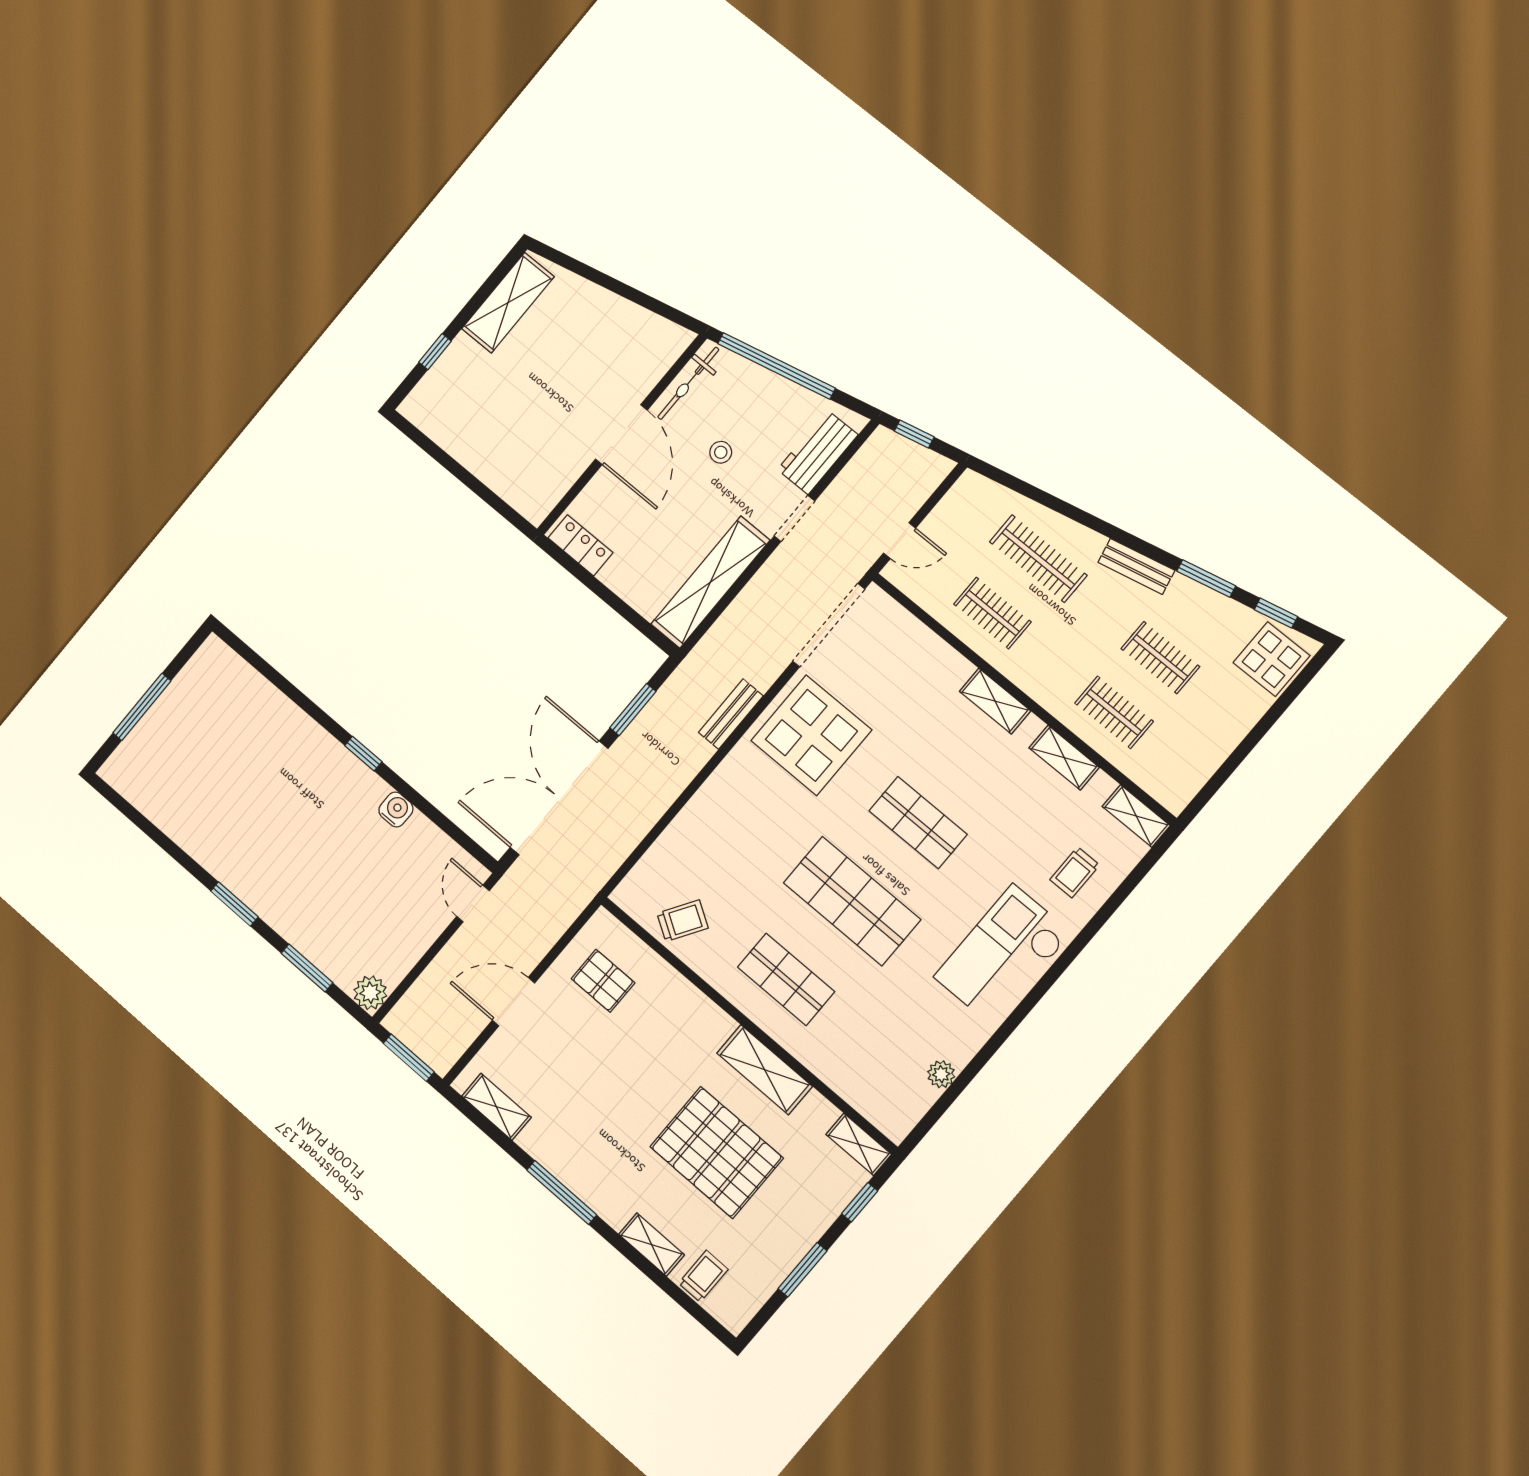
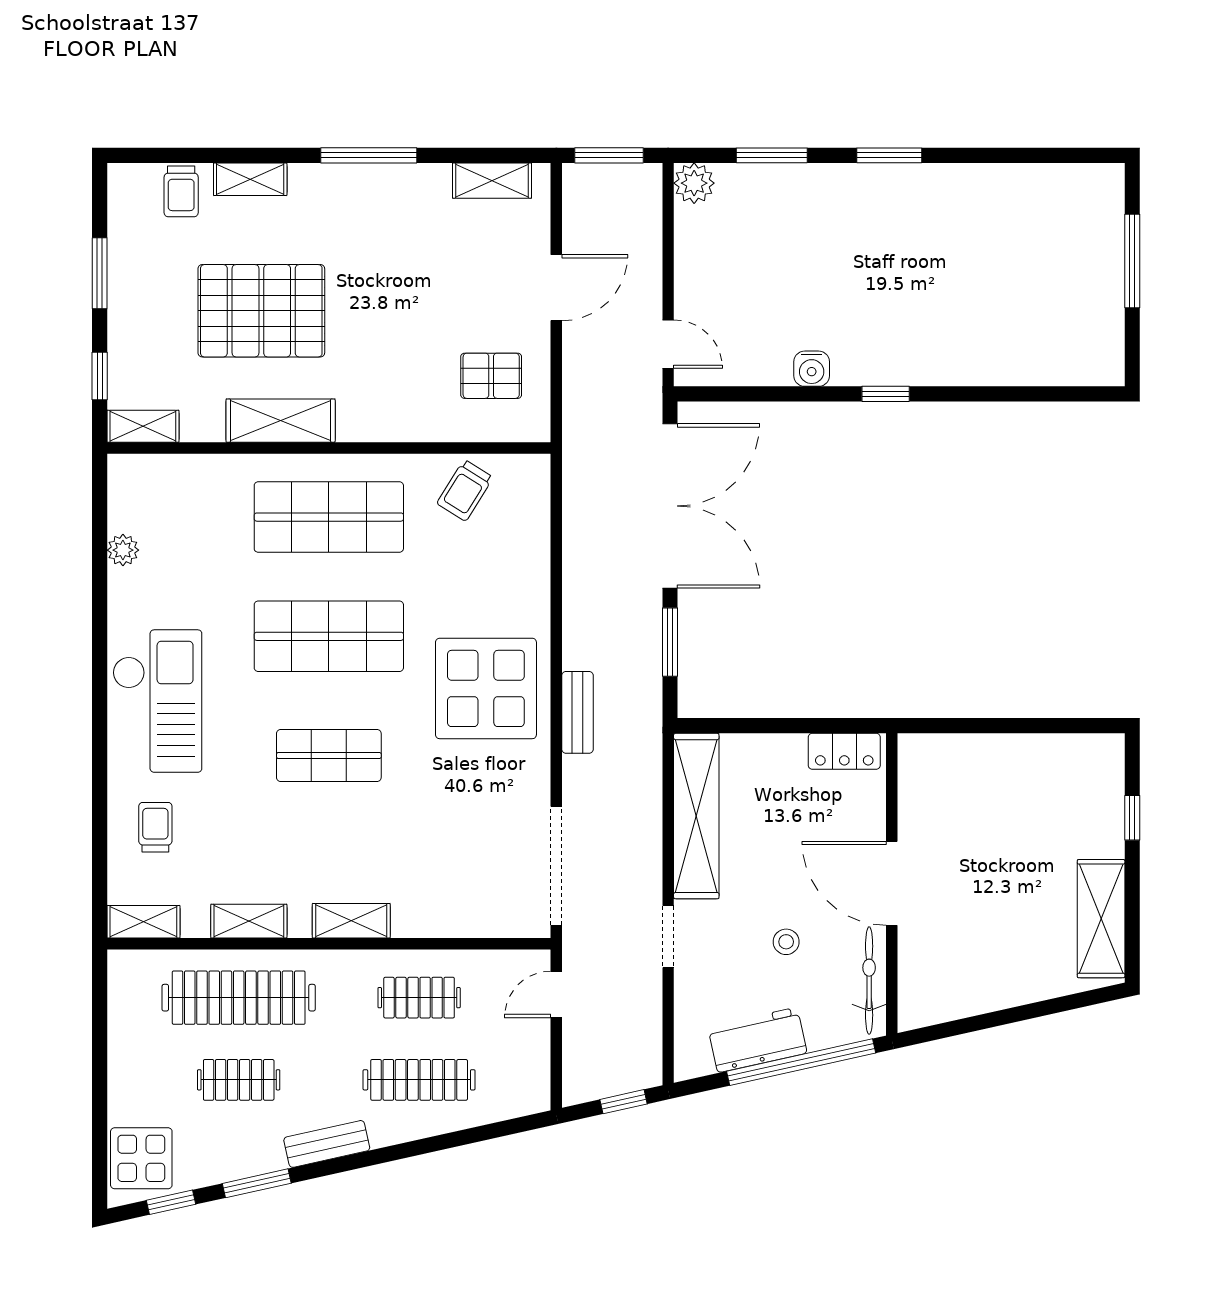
workbench: (818, 452) -> (757, 1040), moved, turned -103
clothes rail: (1114, 712) -> (239, 998), width x1.86, depth x1.31
display table: (811, 735) -> (486, 688), moved
shop shelf: (786, 979) -> (329, 517), width x1.43, depth x1.36

